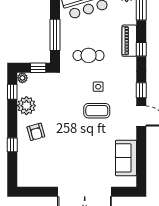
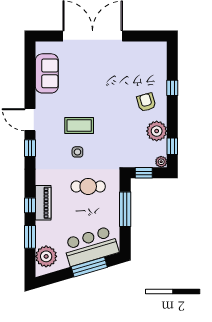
window: (141, 49) -> (30, 205), moved

